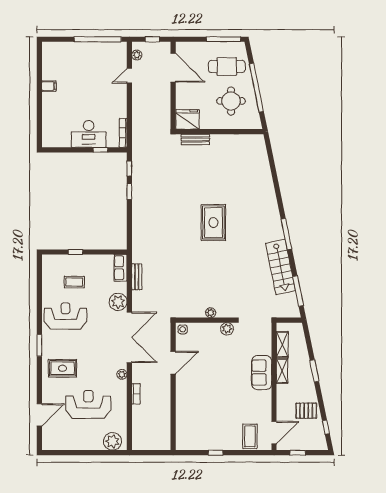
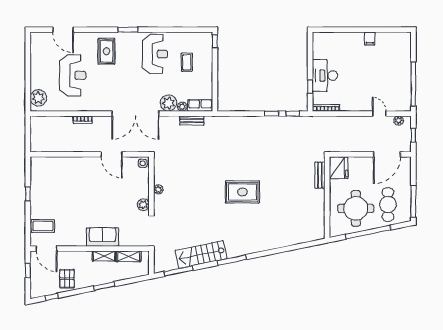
round table: (231, 101) -> (356, 208), width x1.36, depth x1.36
window: (76, 252) -> (215, 41), moved
plant: (122, 374) -> (182, 107), moved

